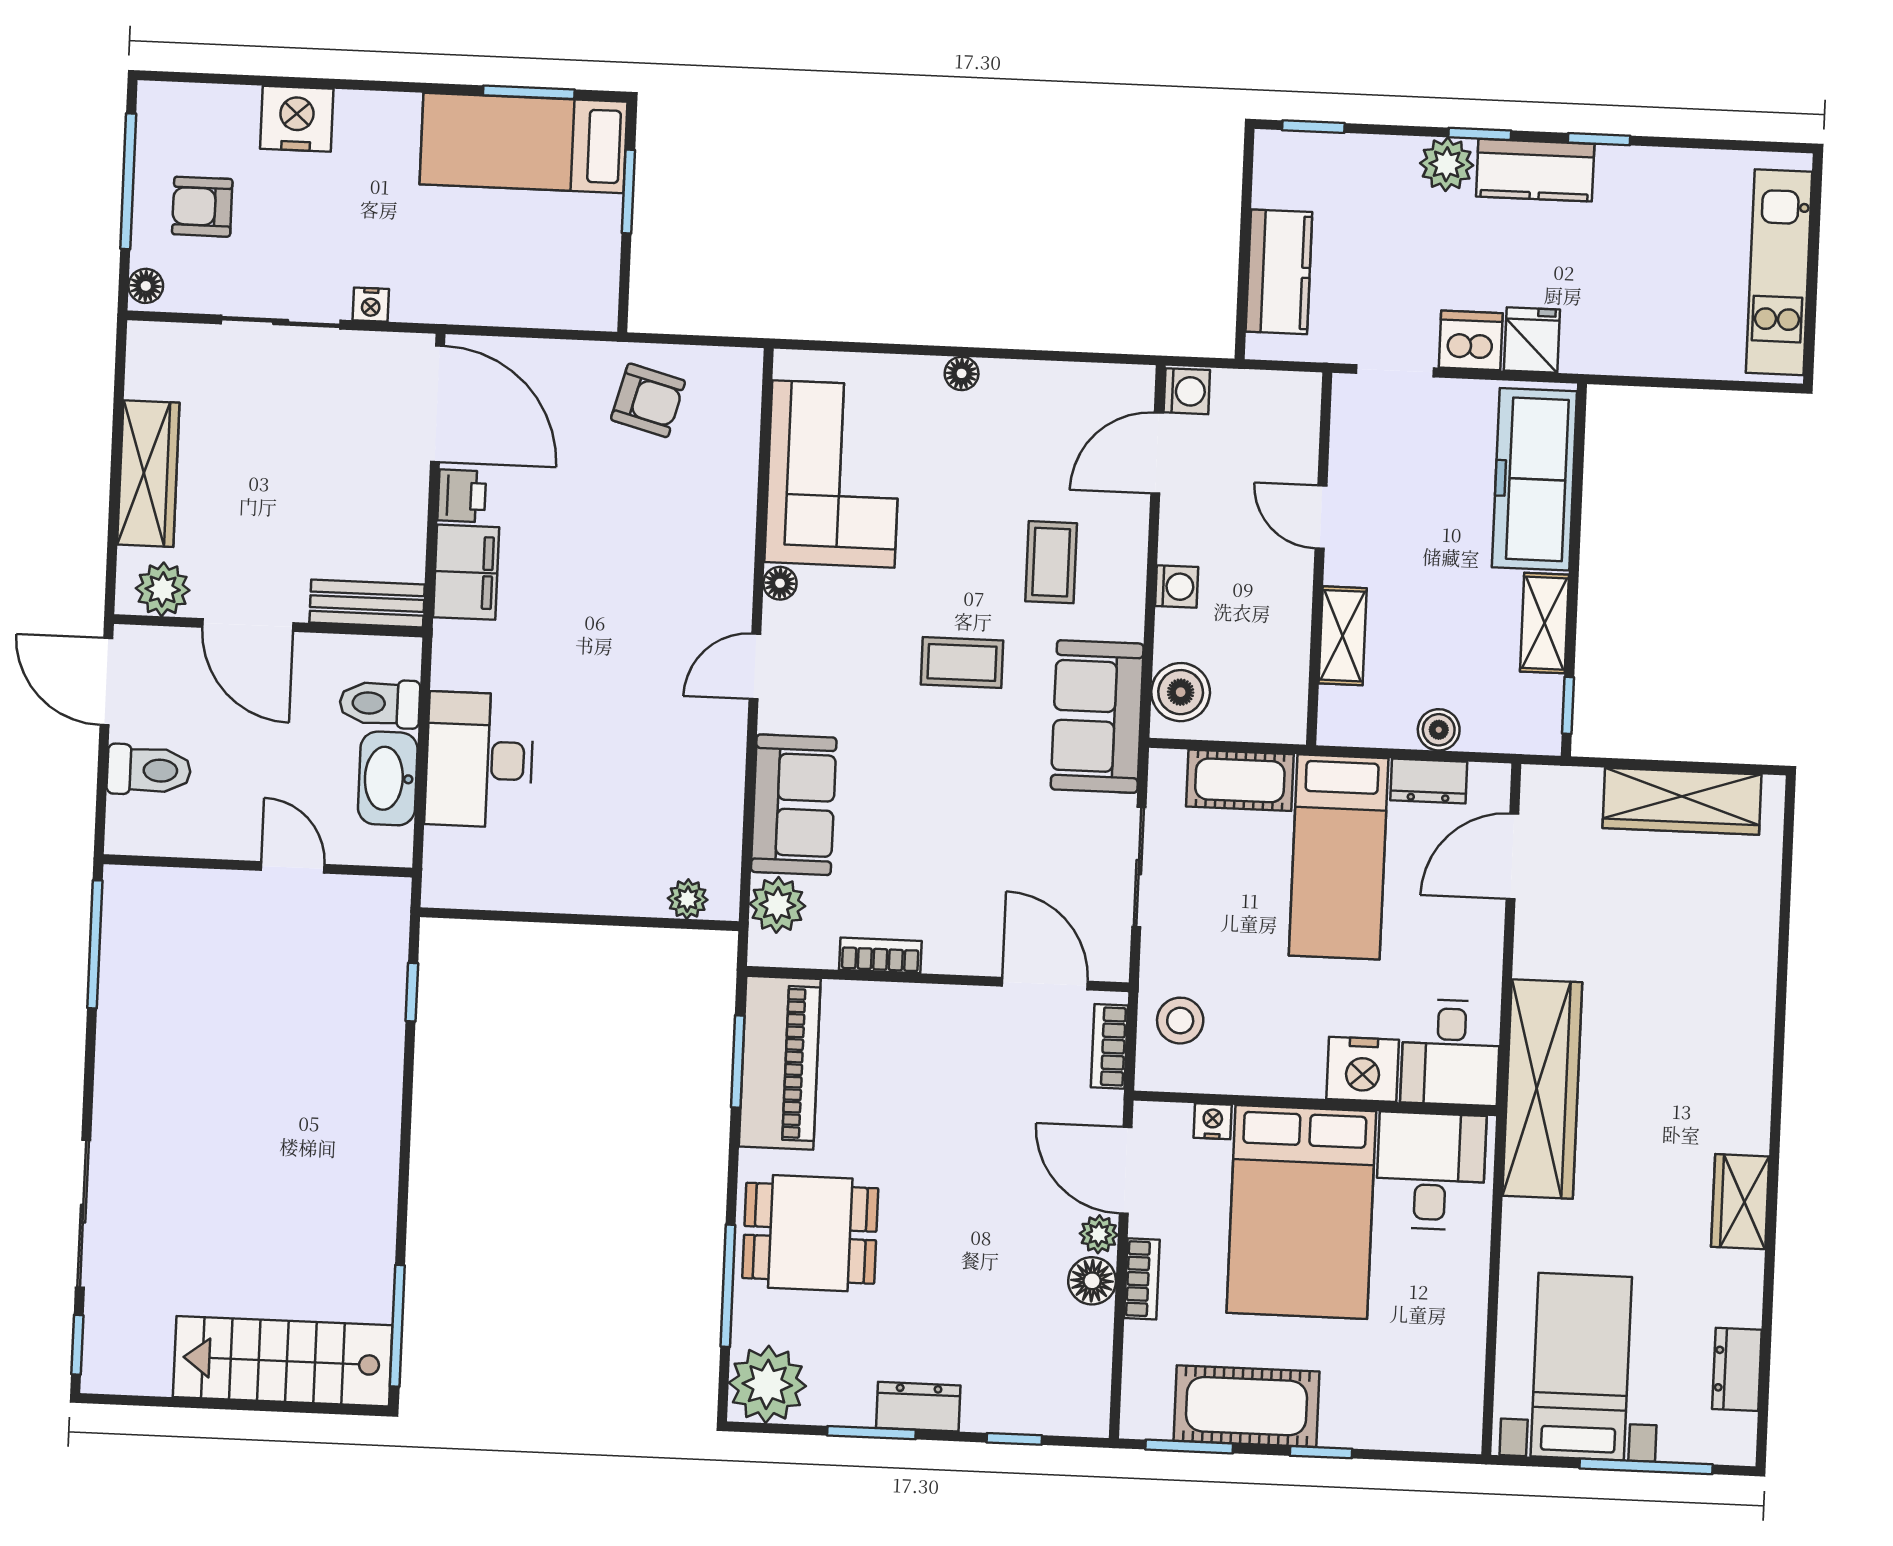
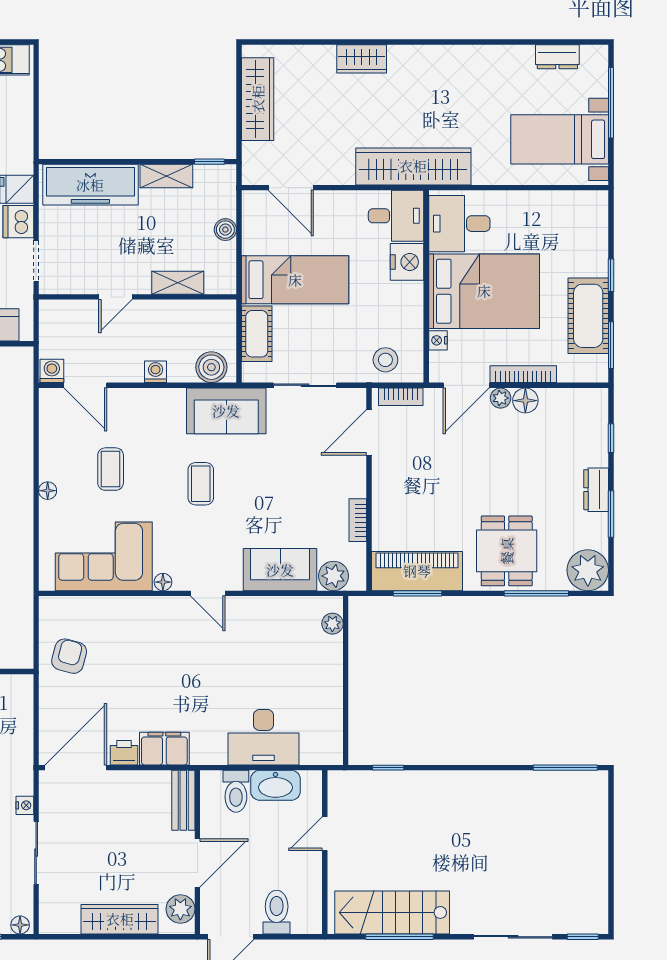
coffee table: (1051, 562) -> (111, 469), moved, turned 90
dresser: (1429, 781) -> (253, 234), removed
window: (95, 944) -> (399, 937), moved
wardrobe: (1740, 1202) -> (362, 59), moved
bookcase: (1142, 1279) -> (523, 374), width x1.56
stairs: (283, 1361) -> (392, 912), moved, turned 90

